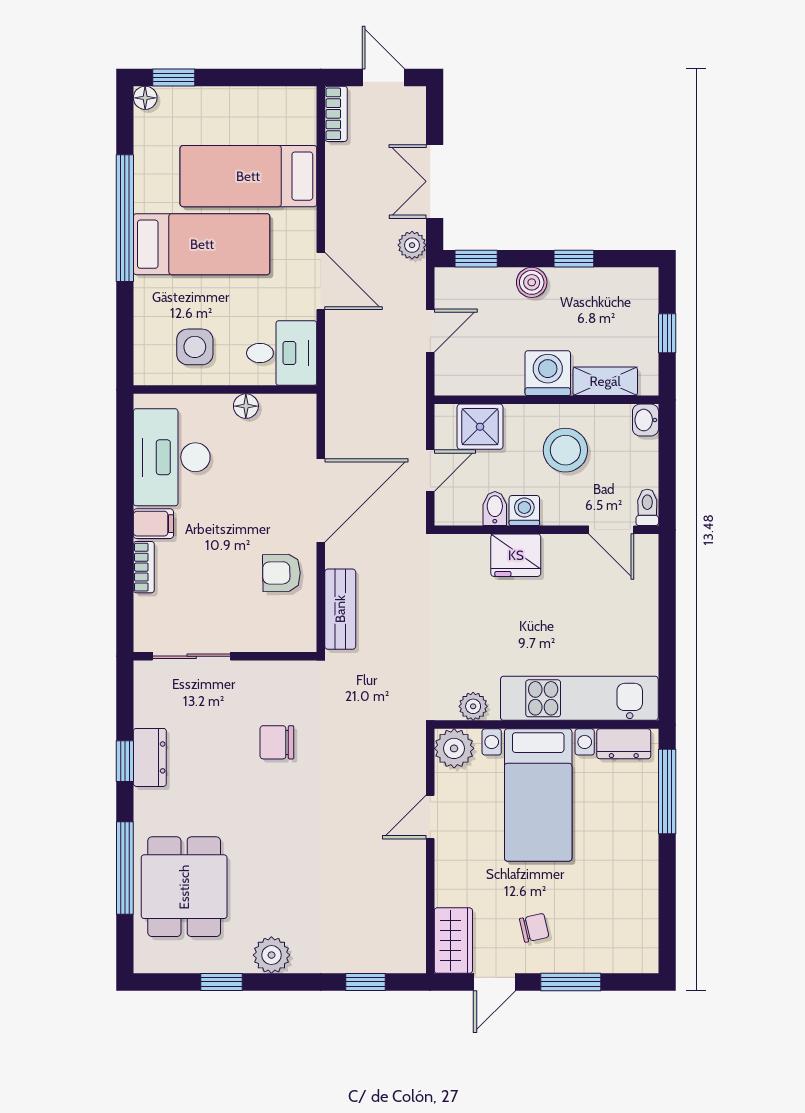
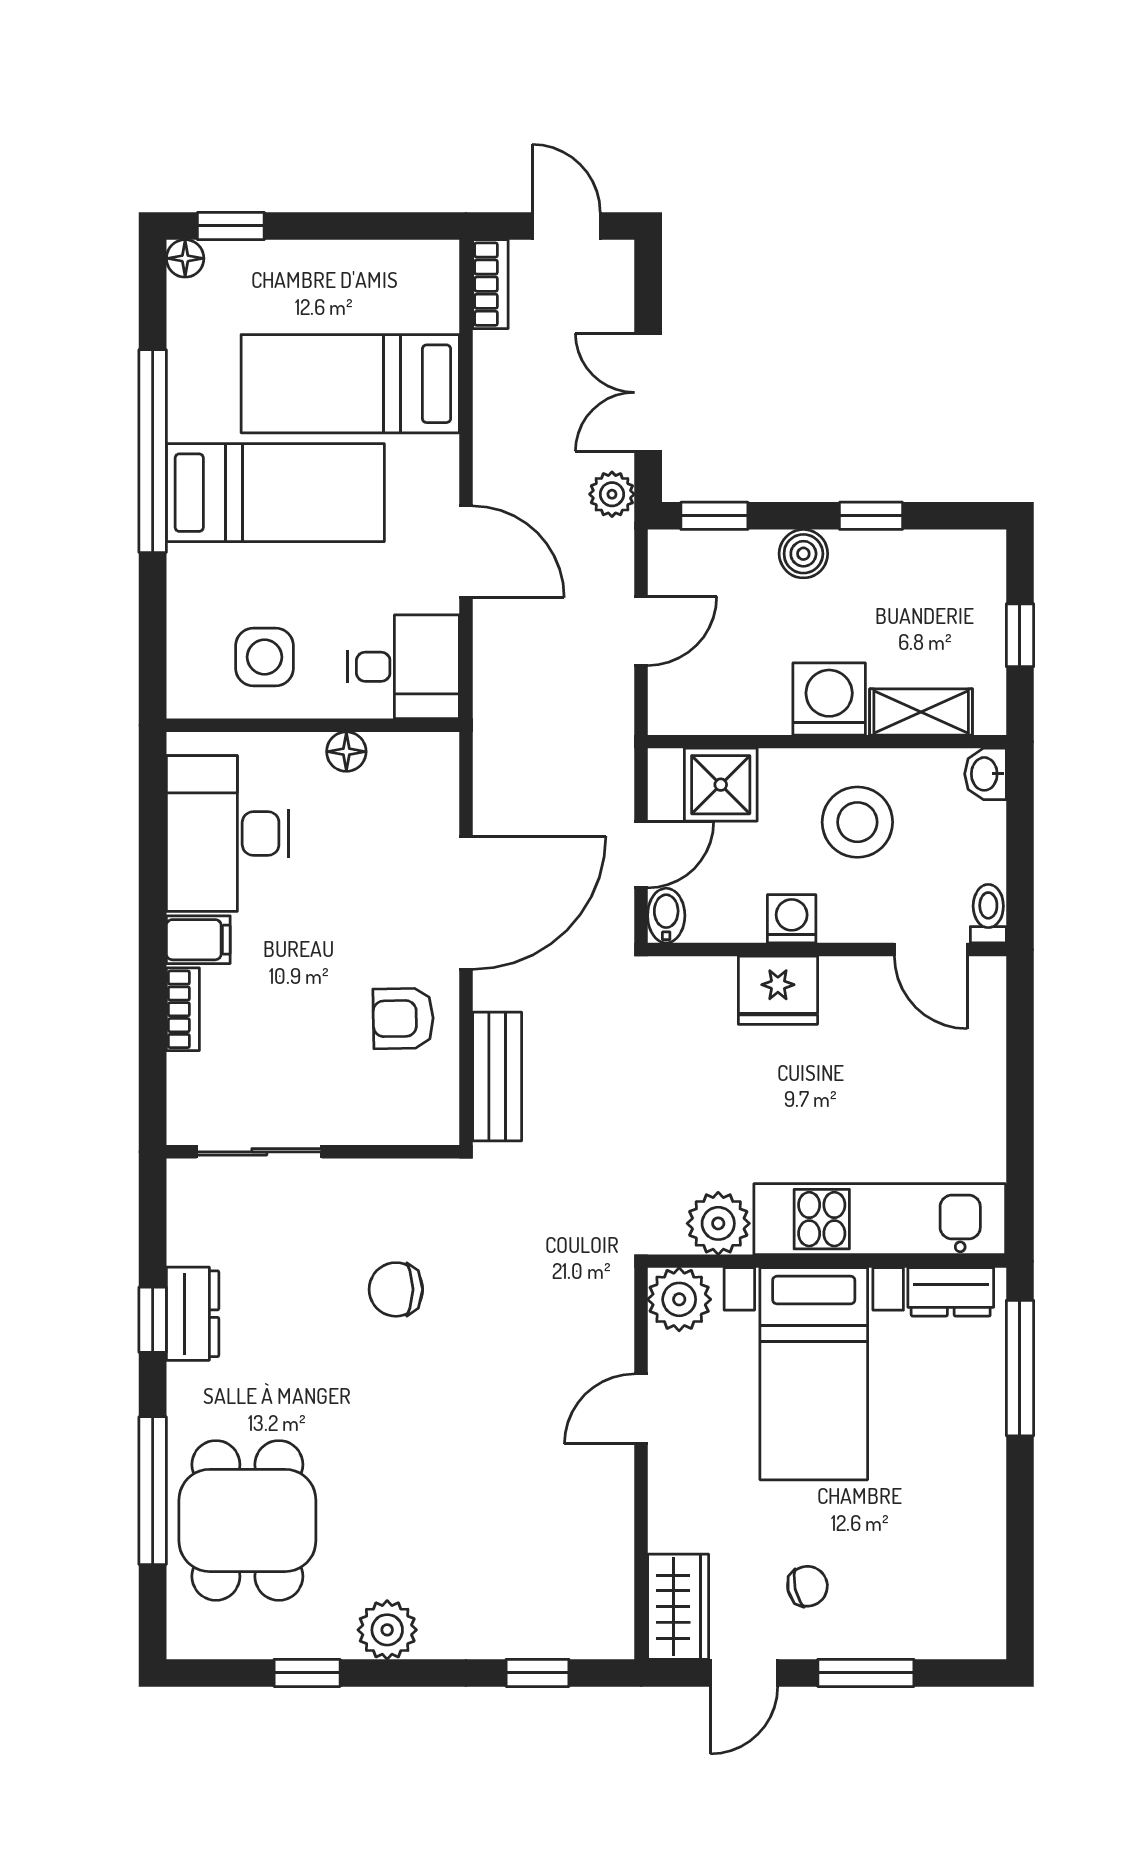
bidet: (495, 509) -> (666, 916), moved
plant: (473, 706) -> (718, 1223), width x1.38, depth x1.38

